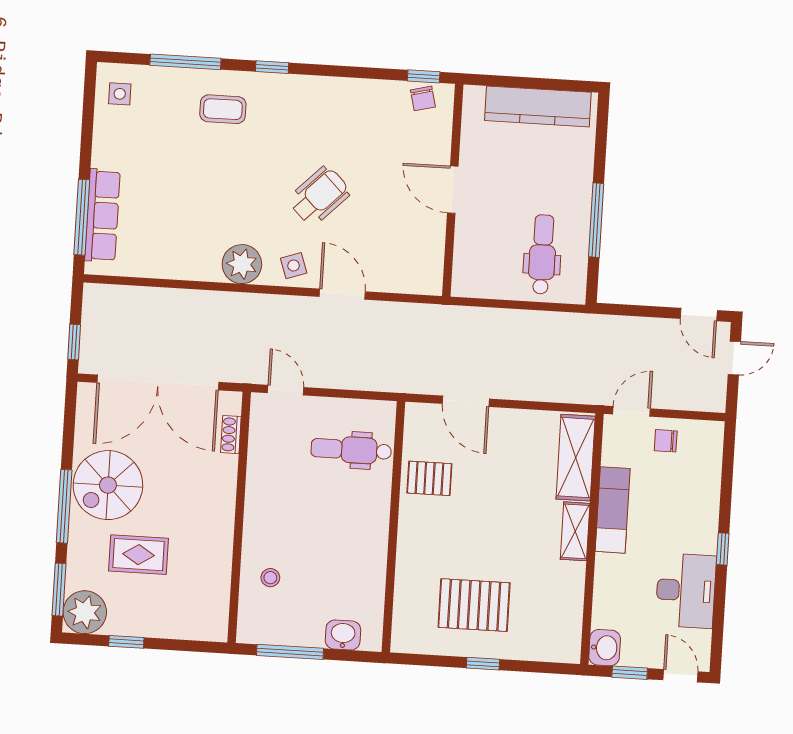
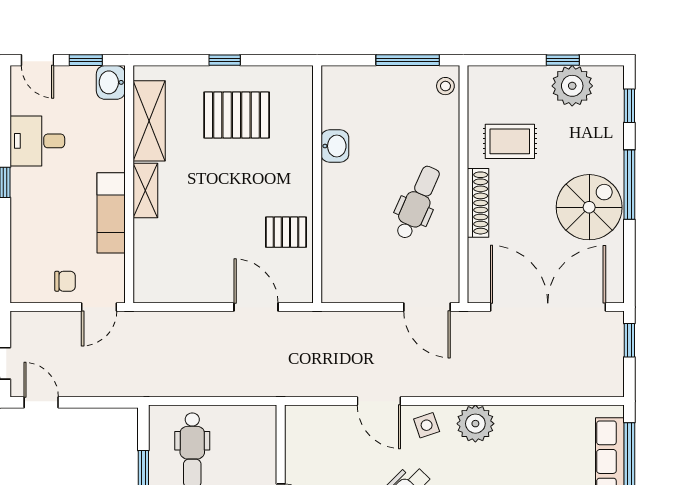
door: (286, 390) -> (427, 307), width x1.38
shoe rack: (231, 435) -> (478, 203), moved, width x1.94, depth x1.24
dental chair: (351, 450) -> (417, 202), moved, turned -66
shelving: (576, 458) -> (149, 121), moved
rug: (138, 555) -> (510, 141), moved
stool: (270, 578) -> (445, 86), moved
window: (59, 590) -> (629, 106), width x0.67
desk: (686, 591) -> (37, 141), width x0.73
plant: (85, 612) -> (572, 86), moved
washbasin: (343, 635) -> (335, 146), moved, turned -90

